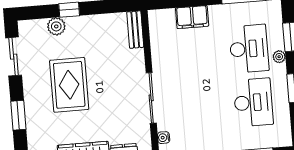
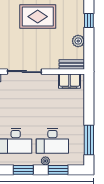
filing cabinet: (192, 17) -> (70, 81), moved, turned -90
plant: (56, 26) -> (78, 41), moved

